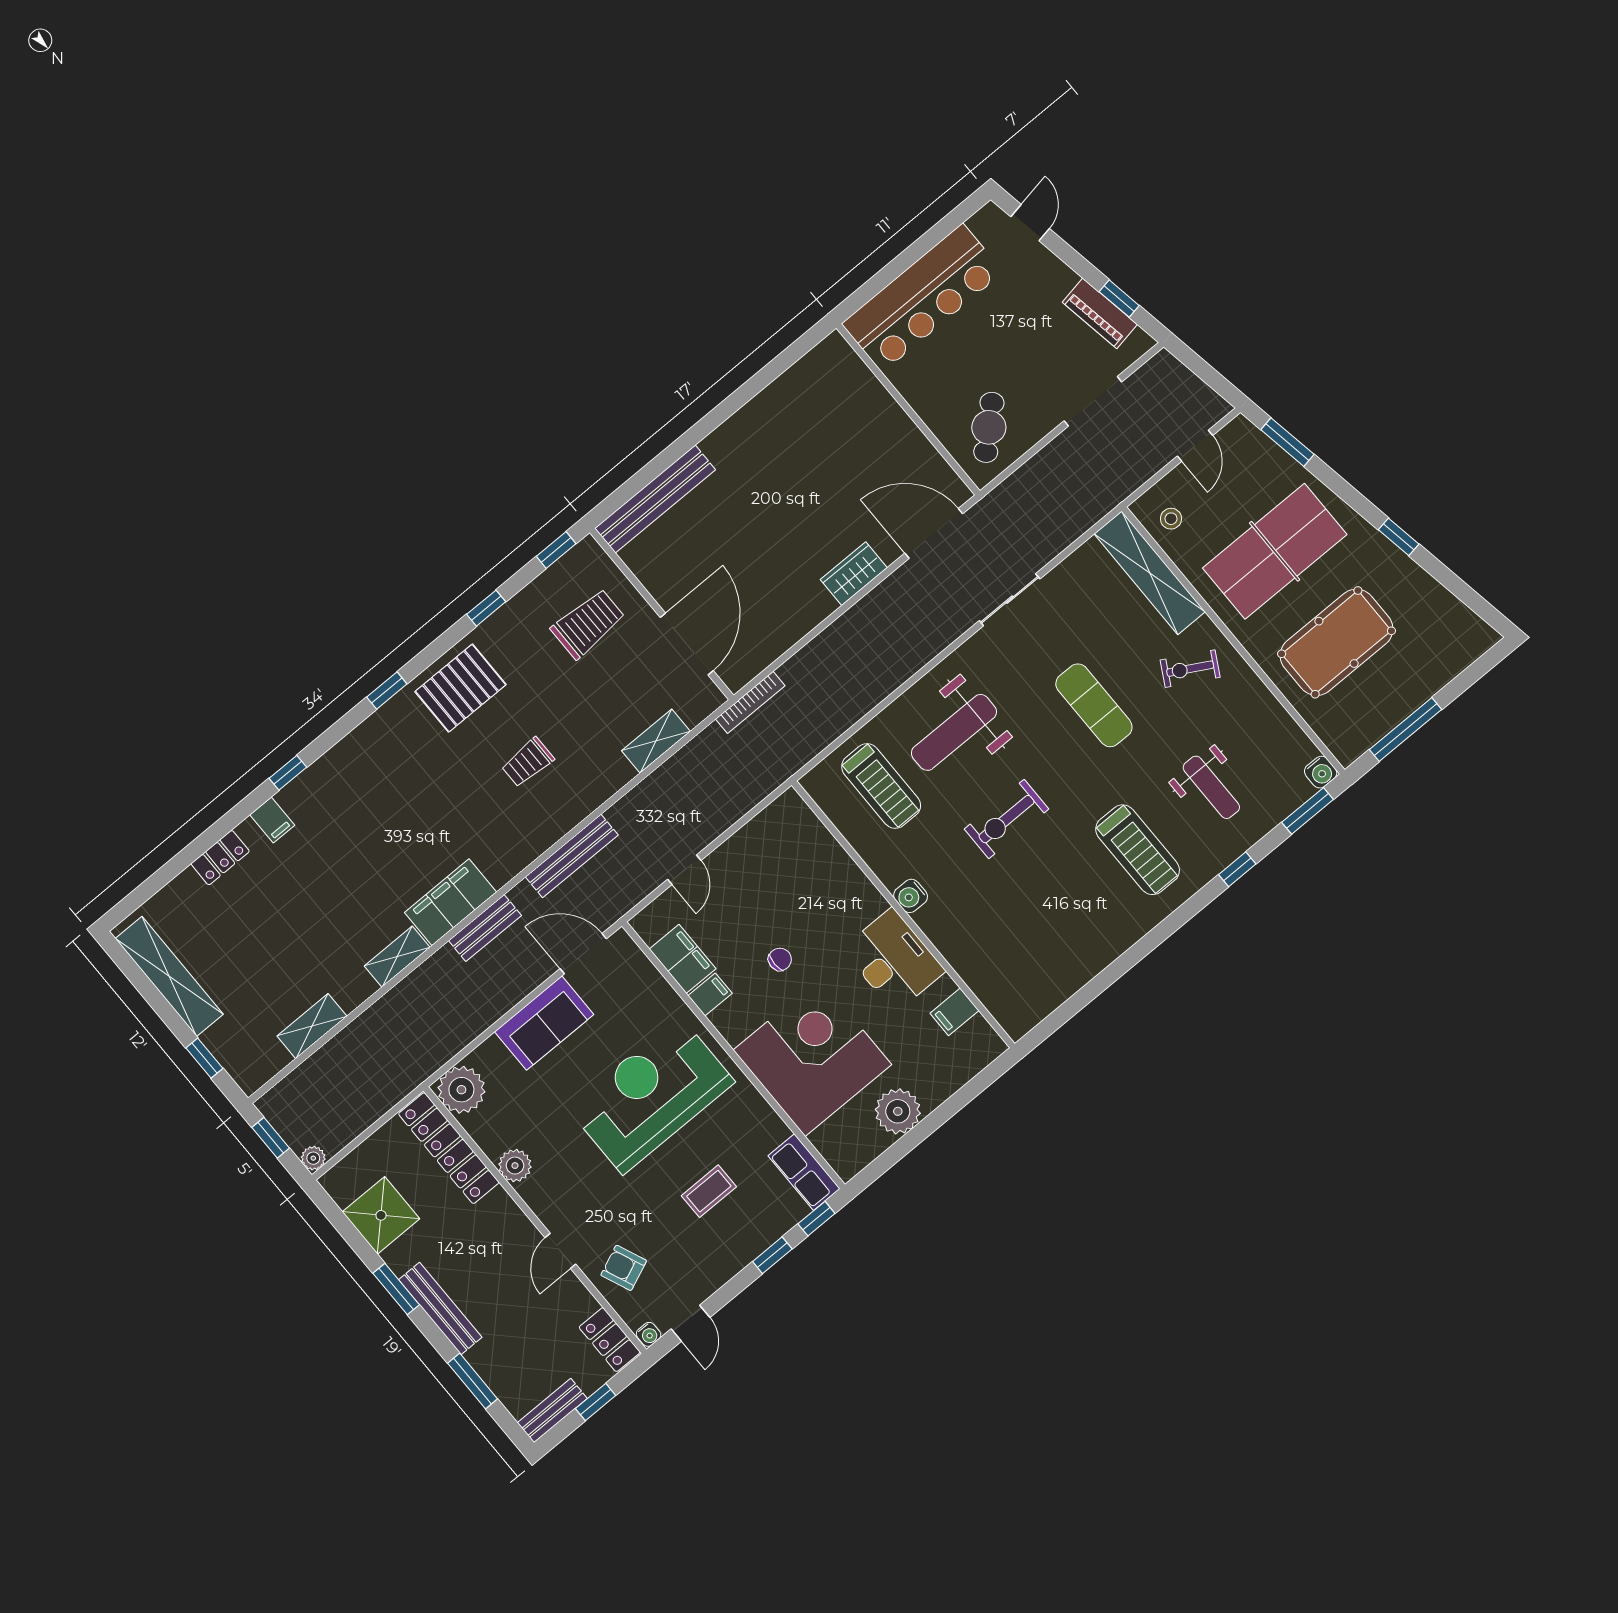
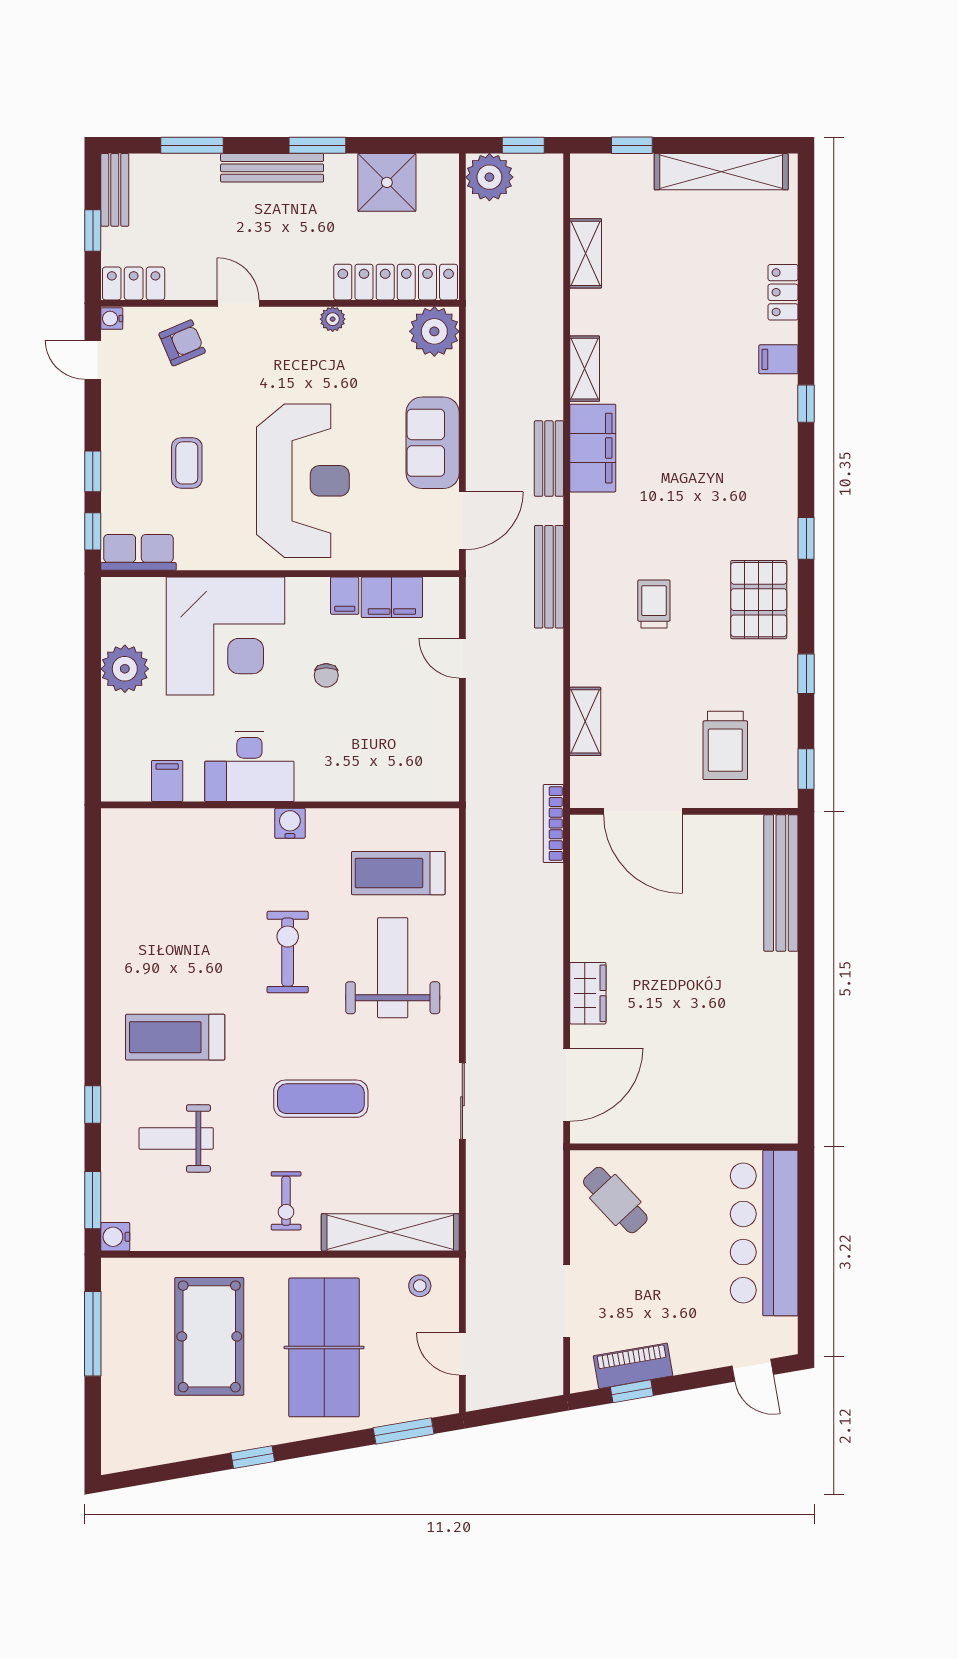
exercise bike: (1190, 669) -> (286, 1201), turned 151
plant: (313, 1158) -> (489, 177), width x1.88, depth x1.88
plant: (515, 1166) -> (333, 319), width x0.73, depth x0.73

